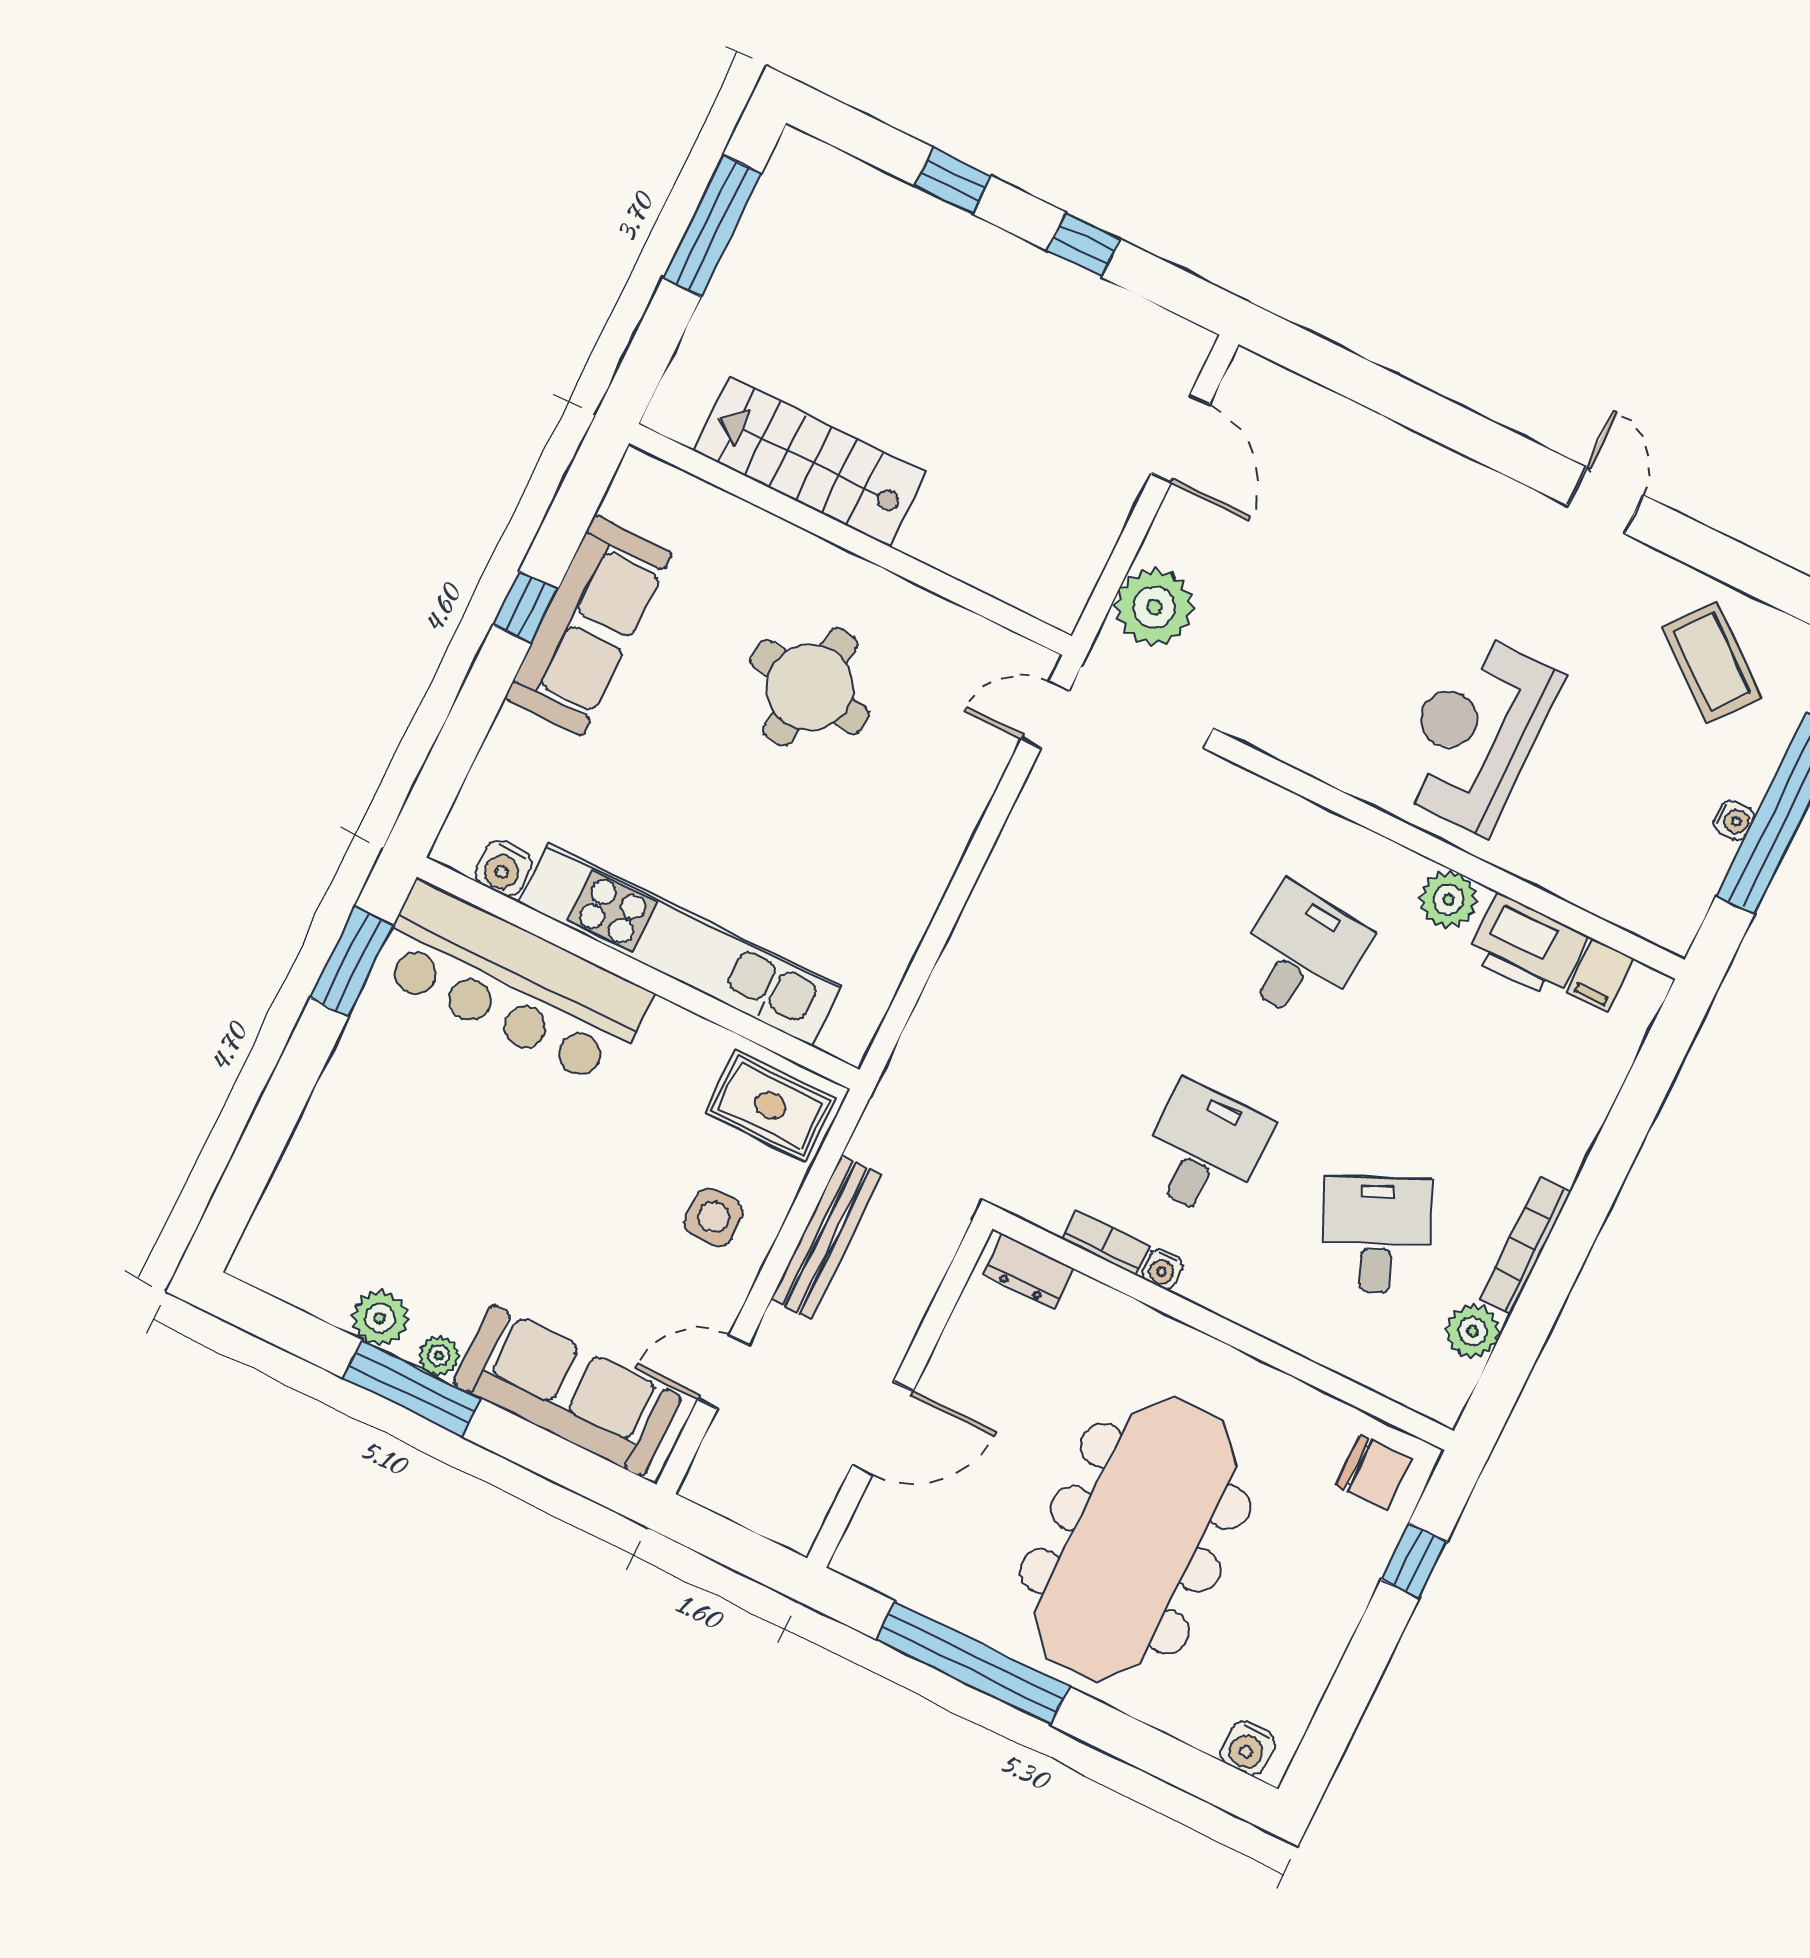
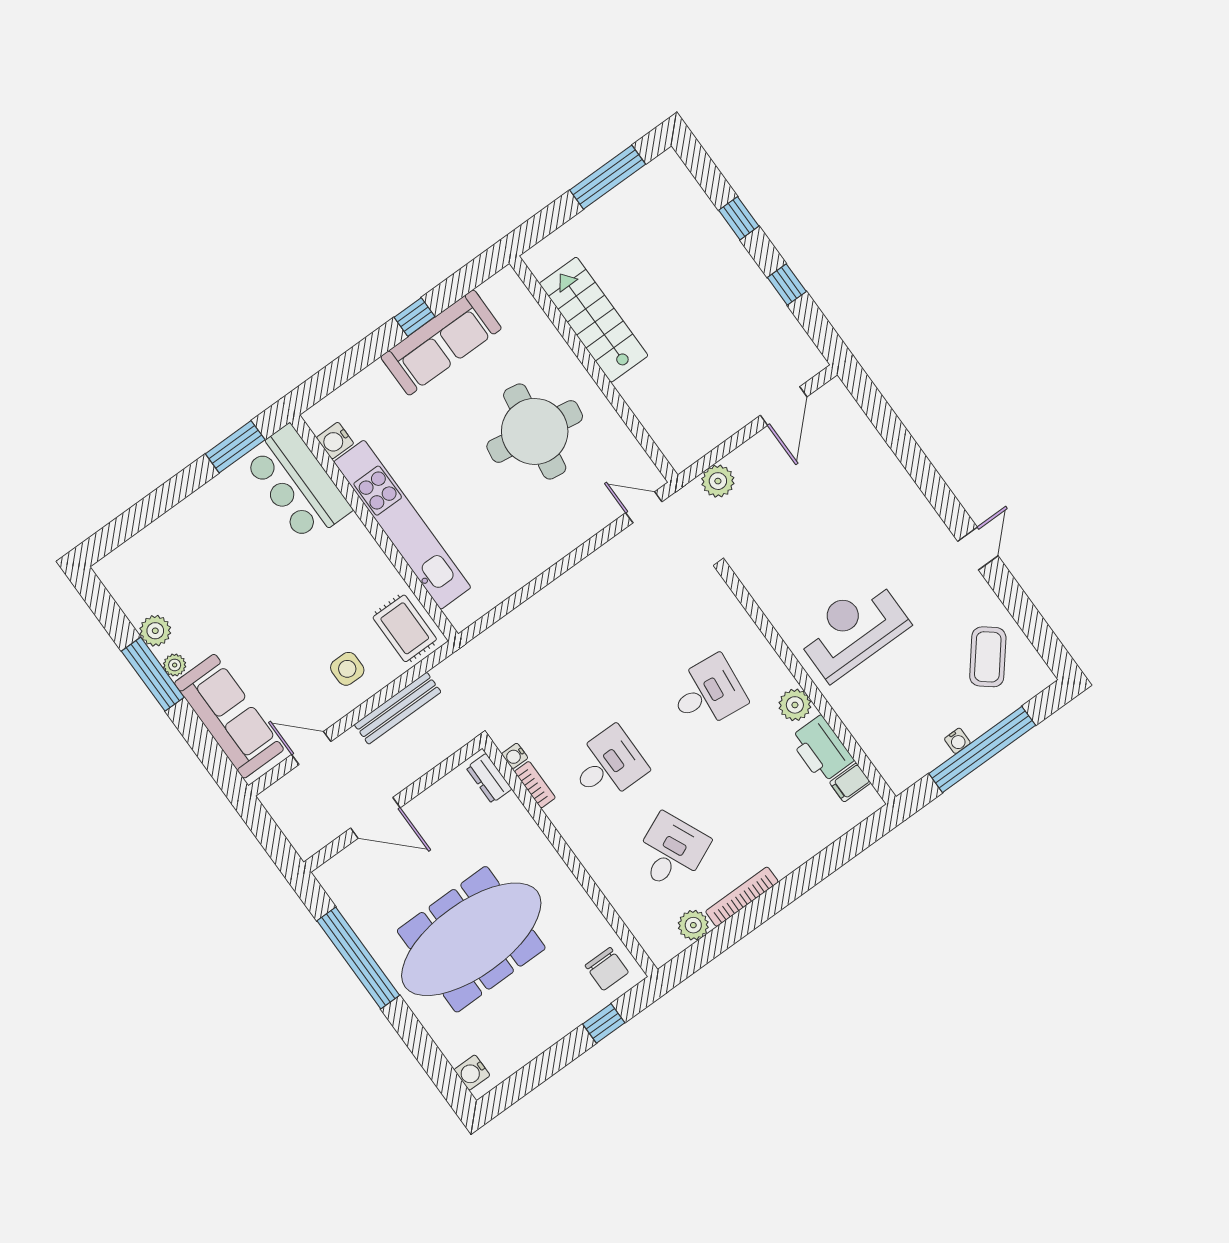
plant: (1154, 607) -> (718, 481), width x0.73, depth x0.73
round table: (810, 687) -> (535, 431), width x1.36, depth x1.36
bar counter: (512, 983) -> (297, 484), width x0.73
water cooler: (1163, 1269) -> (515, 756), moved

